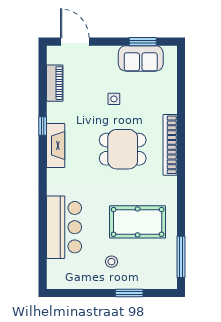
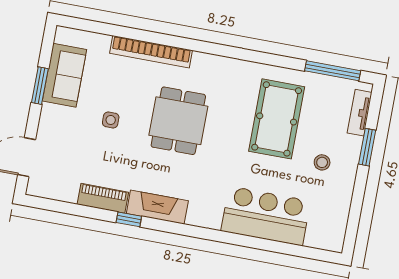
window: (143, 42) -> (40, 86), moved
piano: (55, 83) -> (103, 198), moved
bookcase: (170, 145) -> (151, 52), moved
tv unit: (154, 283) -> (360, 113), added

